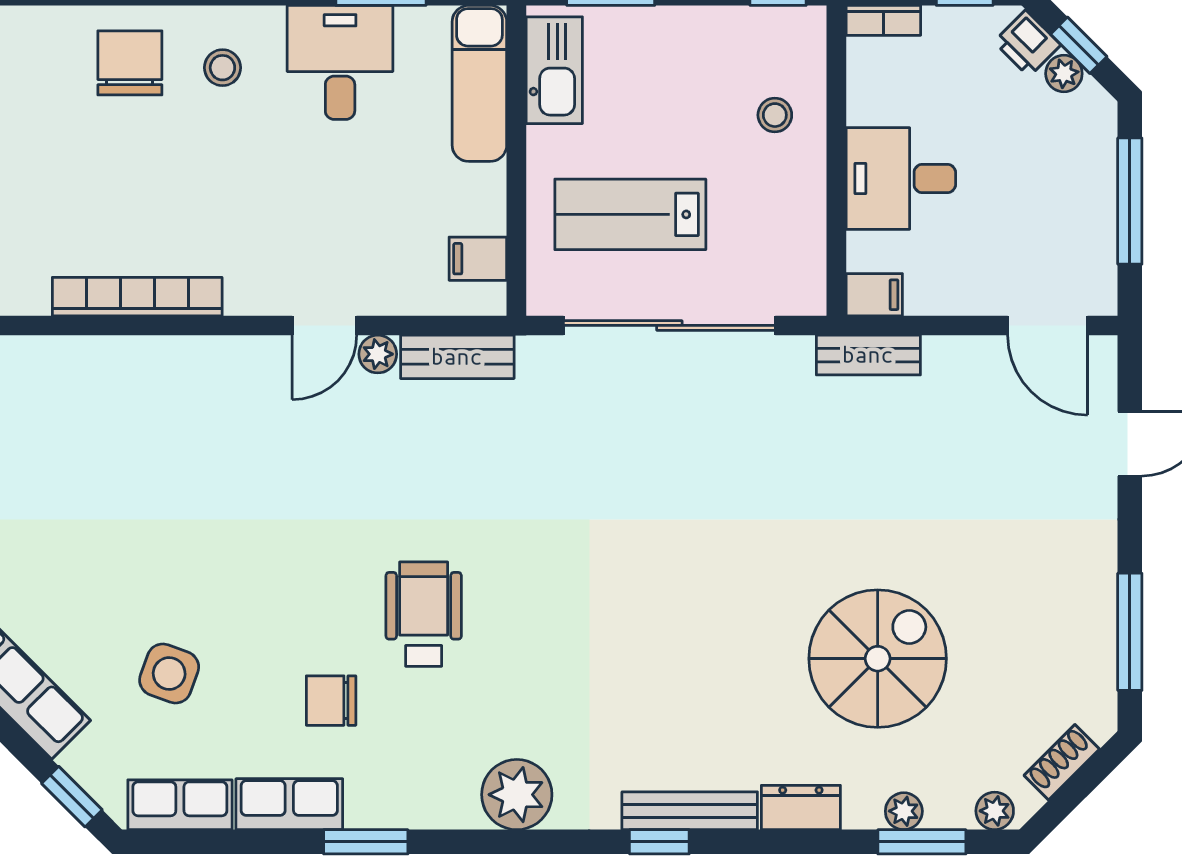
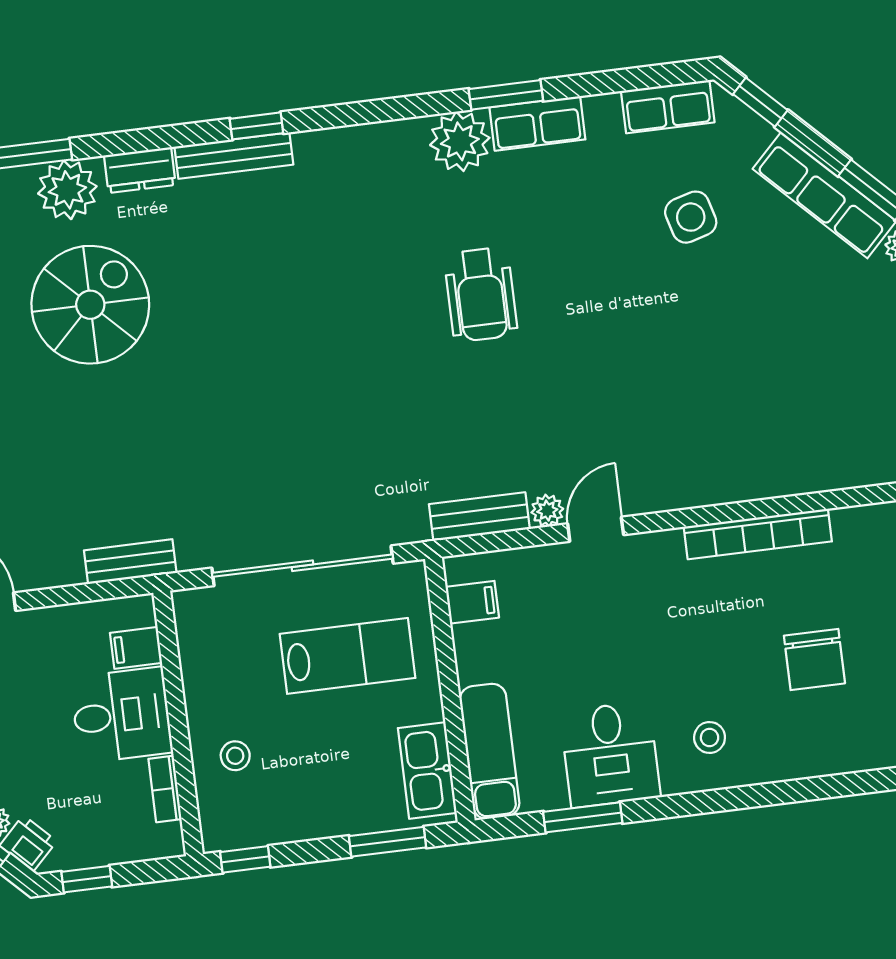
bookcase: (883, 20) -> (165, 789), moved, turned -90
chair: (130, 63) -> (814, 660), moved
filing cabinet: (874, 295) -> (136, 648), moved
spiral stairs: (878, 659) -> (90, 305), turned 180
side table: (169, 674) -> (691, 217), turned -36
chair: (331, 701) -> (550, 211), removed
plant: (517, 795) -> (460, 141), moved
row of seats: (289, 804) -> (537, 123), moved
plant: (904, 811) -> (67, 190), width x1.88, depth x1.88

